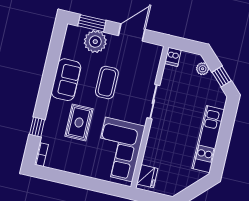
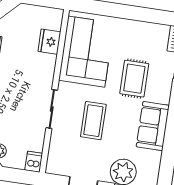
coffee table: (107, 83) -> (93, 121), moved
fridge: (147, 176) -> (49, 42), moved

